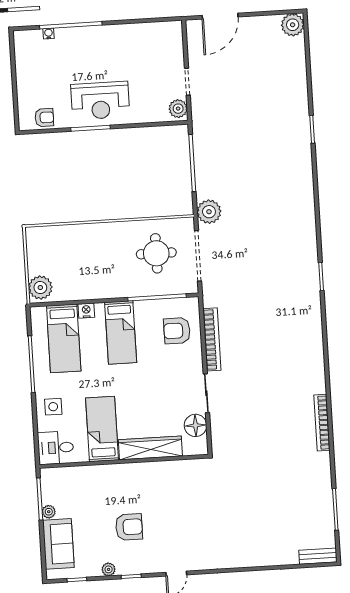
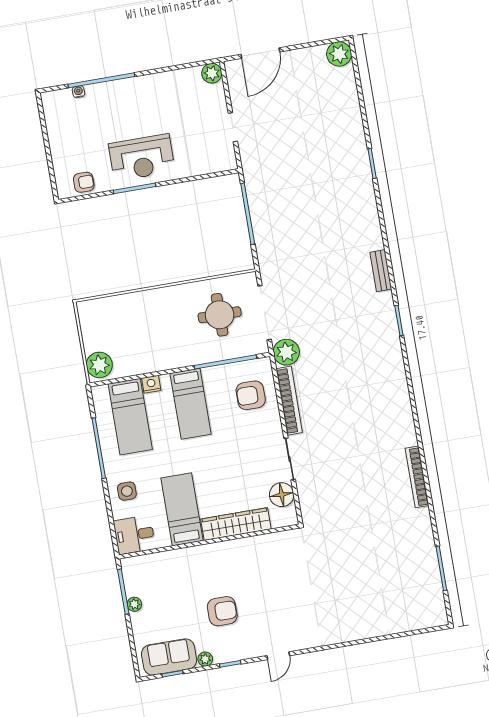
plant: (178, 109) -> (212, 73), moved
plant: (209, 212) -> (286, 352), moved
sofa: (58, 544) -> (169, 657), moved, turned -90
bench: (318, 556) -> (381, 271), moved, turned 90

